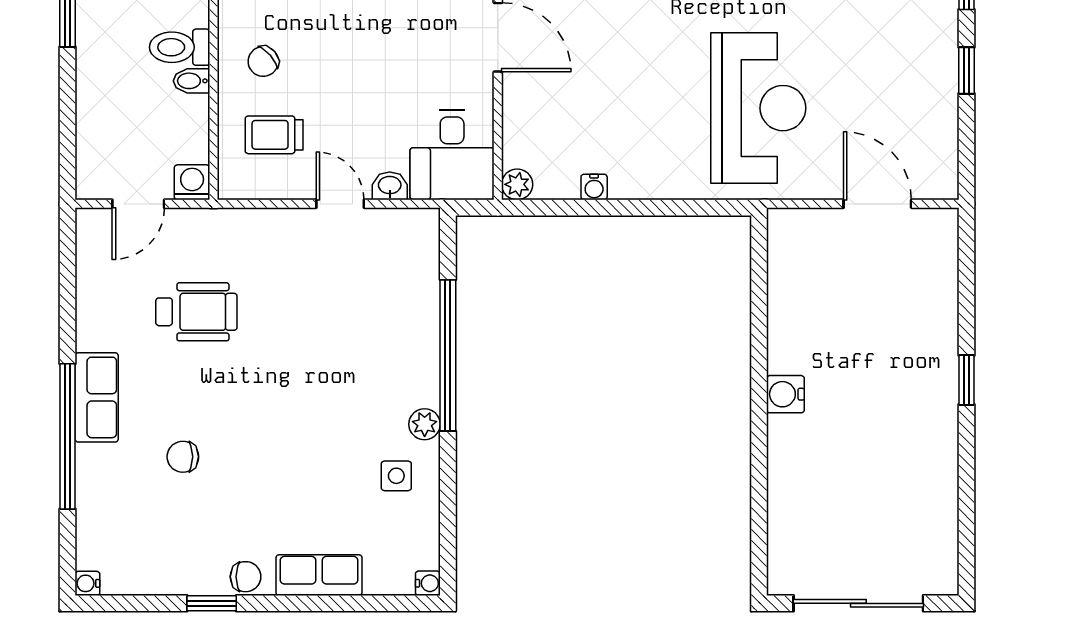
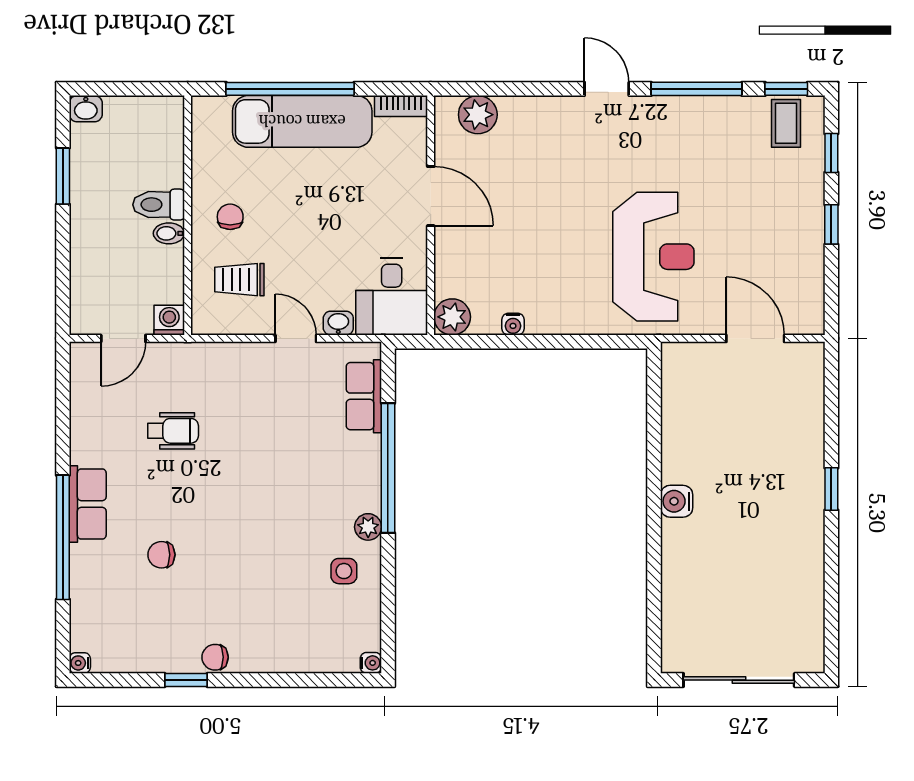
chair: (263, 61) -> (230, 217), turned 131
plant: (517, 184) -> (452, 317), width x1.38, depth x1.38
wheelchair: (196, 312) -> (173, 431), width x0.73, depth x0.73
row of seats: (319, 575) -> (364, 396), moved, turned -90
chair: (246, 577) -> (215, 657), turned 180

